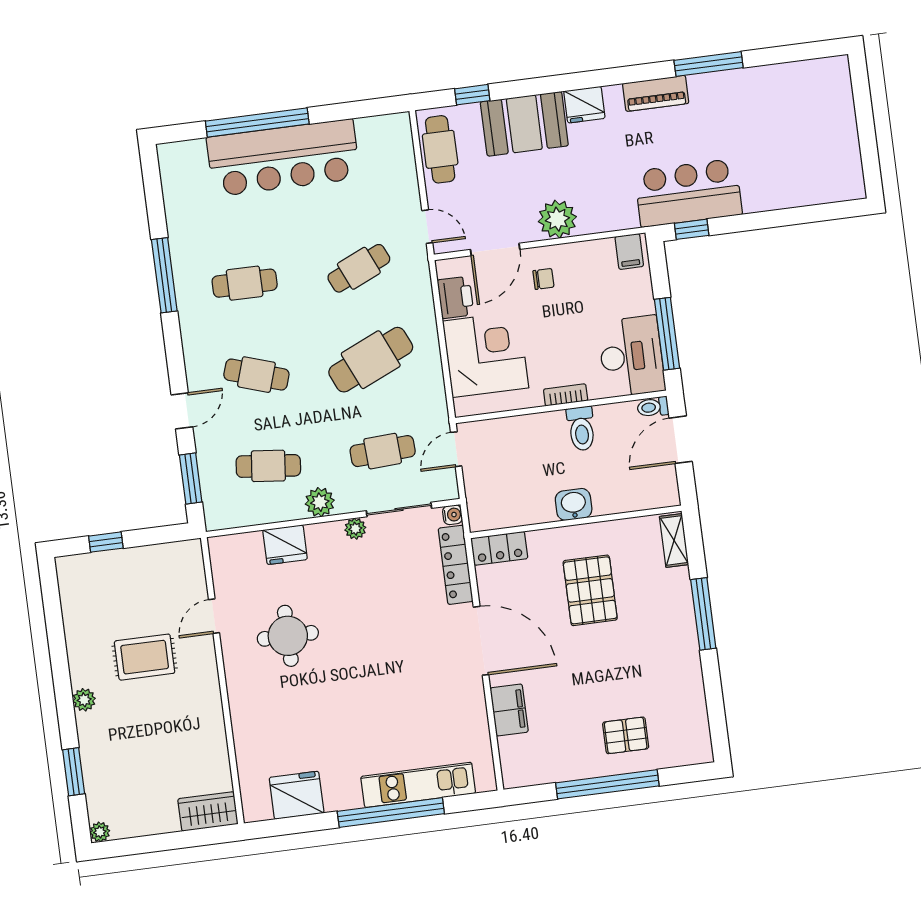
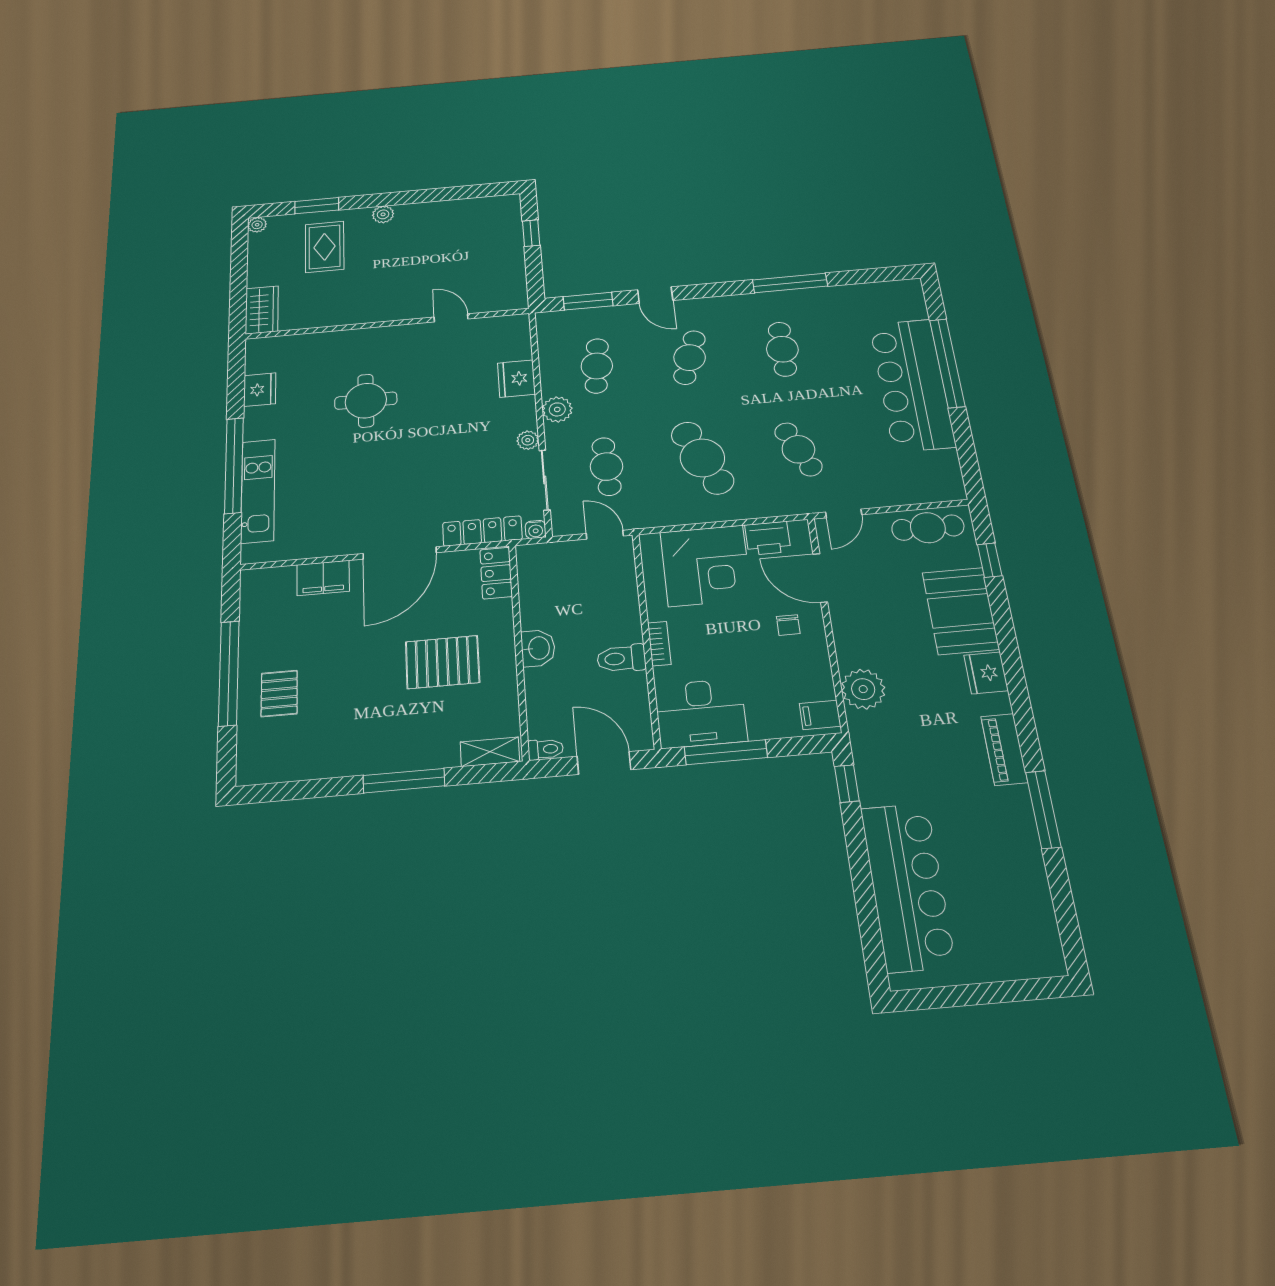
bar counter: (688, 193) -> (907, 886), moved, width x1.36
plant: (557, 219) -> (863, 689), moved
toilet: (653, 407) -> (546, 749), moved, turned 90
round table: (288, 636) -> (366, 401), moved
rug: (145, 657) -> (325, 247), moved
fridge: (297, 795) -> (260, 390), width x0.73, depth x0.75

